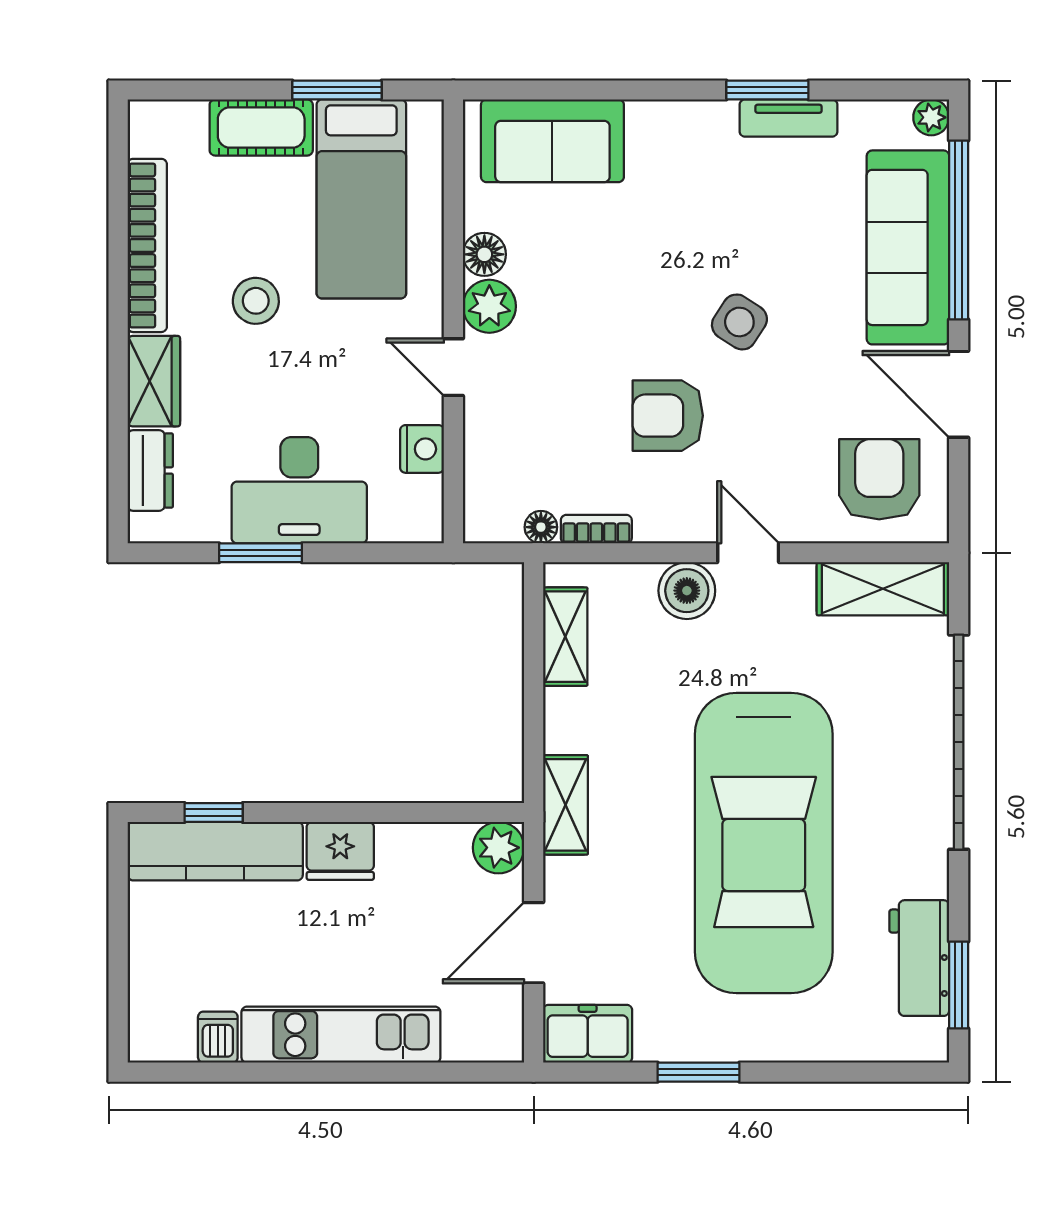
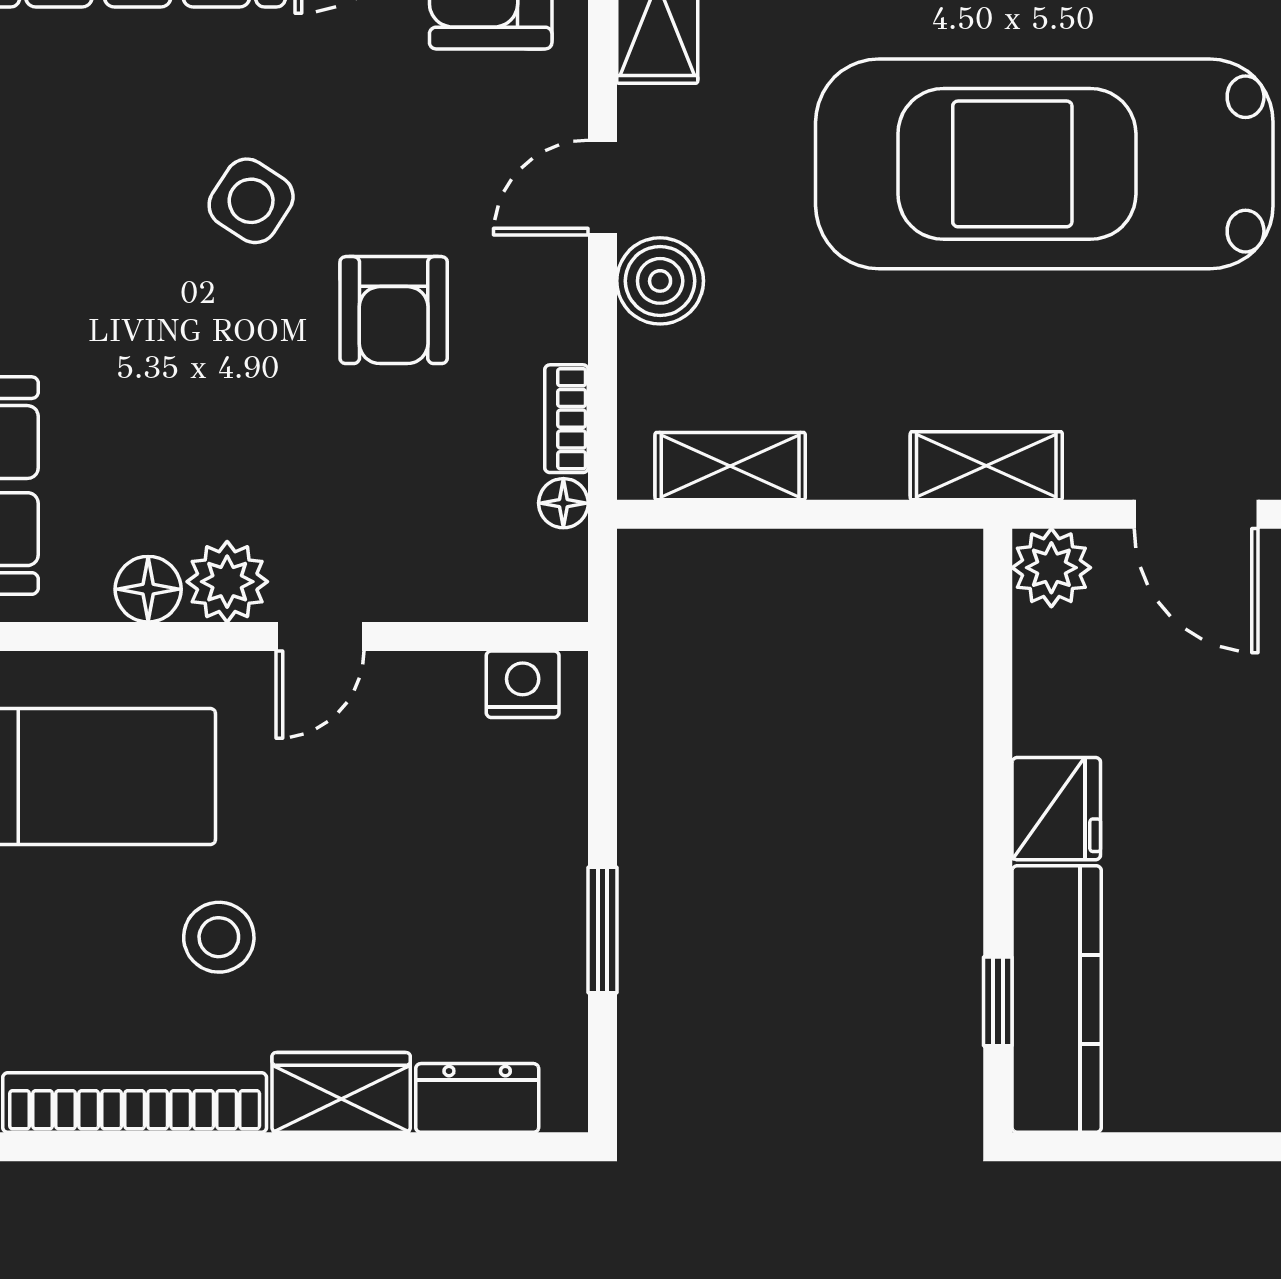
nightstand: (422, 449) -> (523, 684), moved
desk: (299, 490) -> (507, 871), removed
car: (764, 843) -> (1044, 164), turned 180

